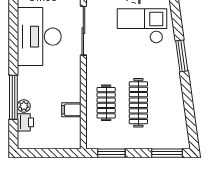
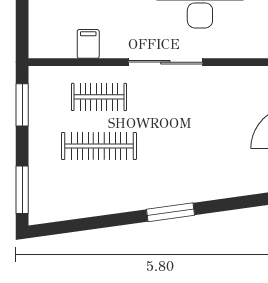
checkout: (142, 26) -> (216, 152), removed
sliding door: (83, 31) -> (165, 62), moved

